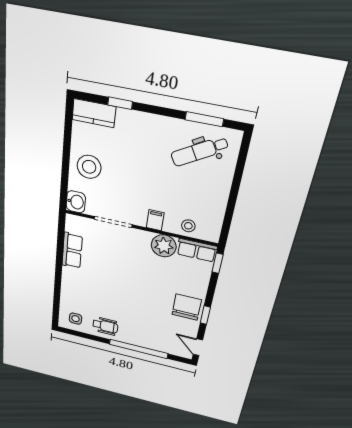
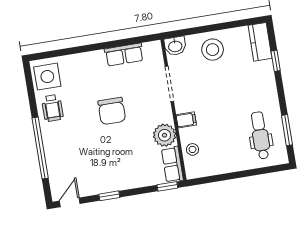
dental chair: (199, 151) -> (260, 135), turned 30
chair: (187, 307) -> (112, 111), moved, turned 90
side table: (76, 319) -> (47, 77), width x1.87, depth x1.87

